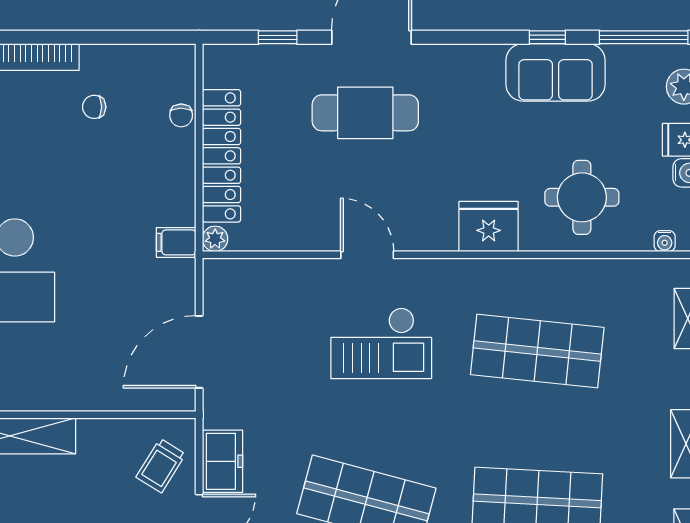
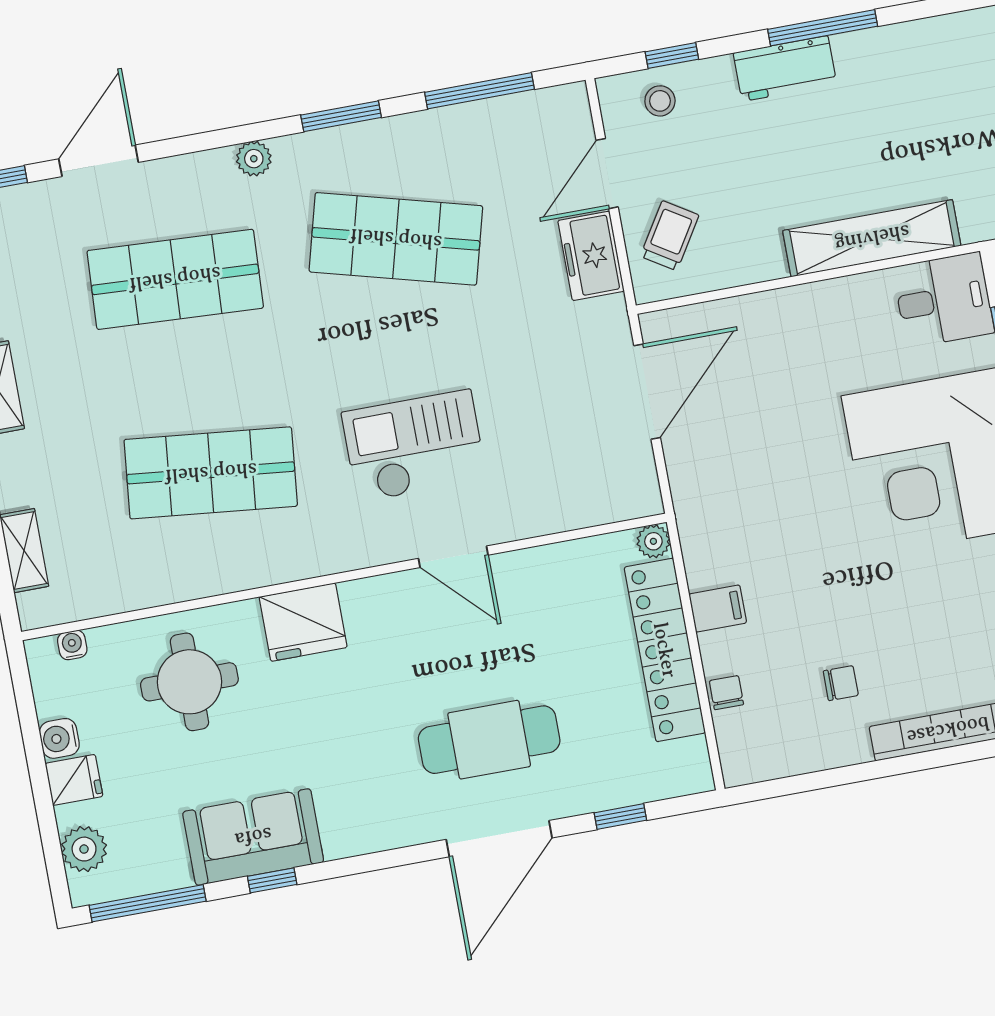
filing cabinet: (176, 242) -> (718, 608), moved

